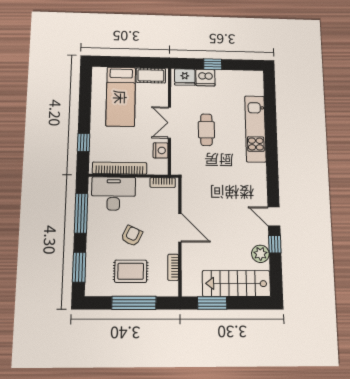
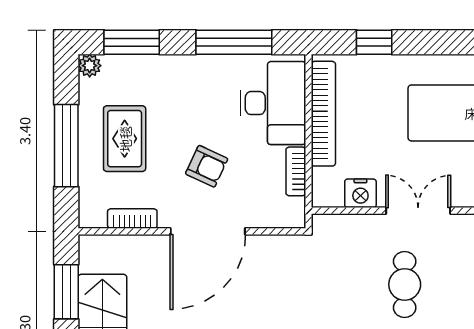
cafe table: (206, 130) -> (405, 284), turned 90
bookcase: (163, 183) -> (296, 171), moved
door: (180, 228) -> (208, 231), width x1.36
armchair: (132, 236) -> (207, 166), moved
plant: (91, 290) -> (90, 66), added

